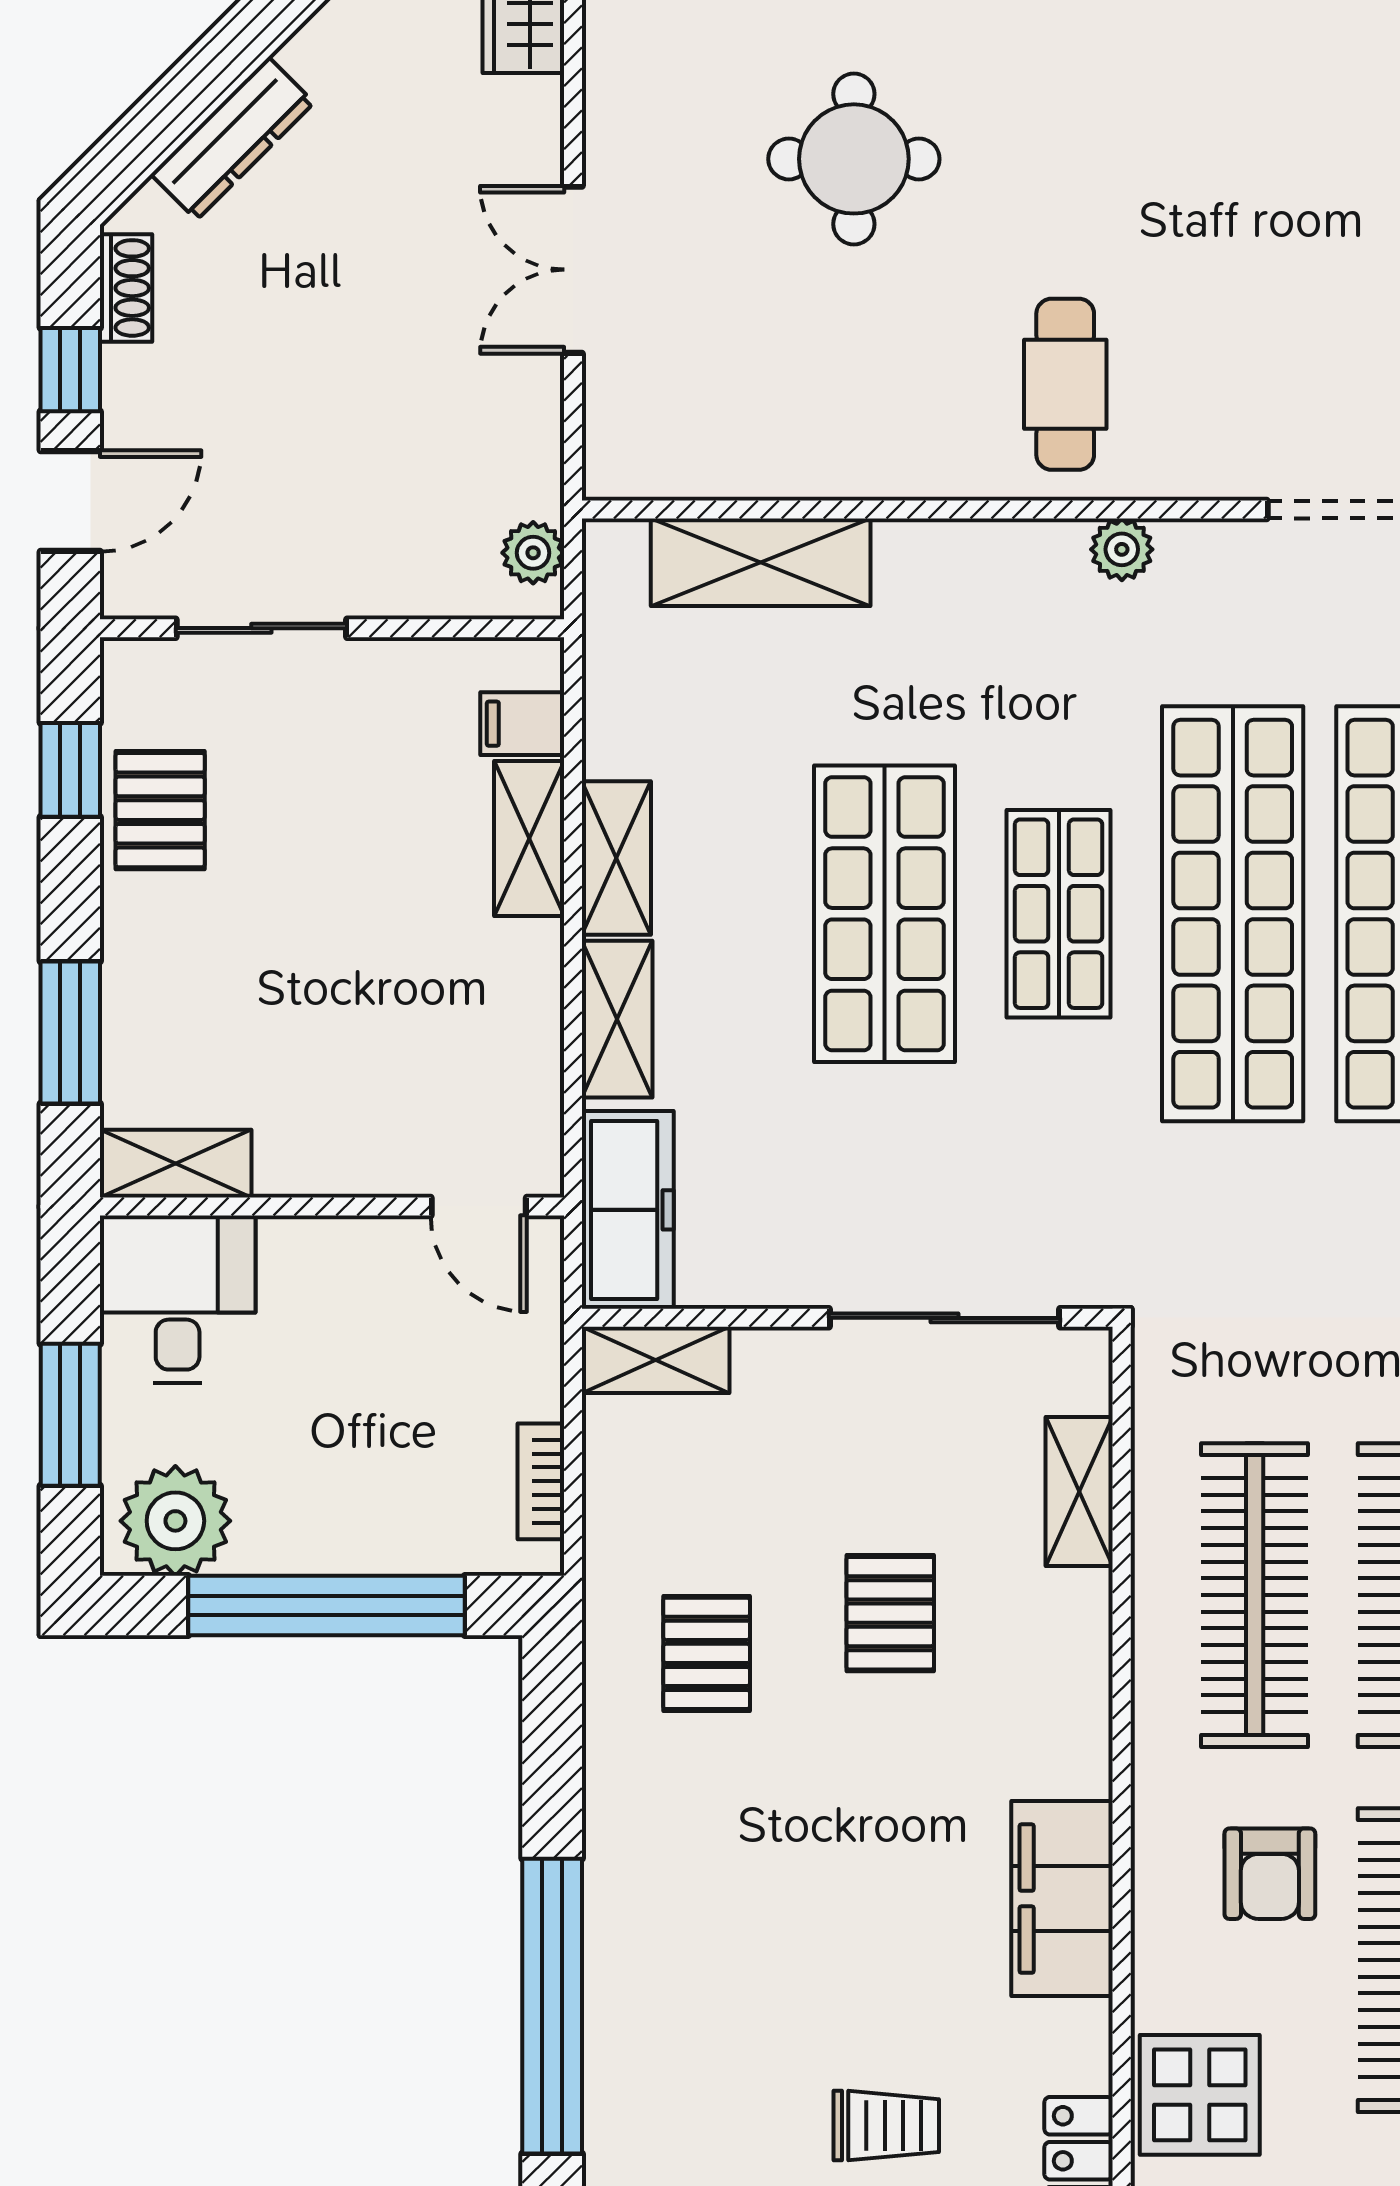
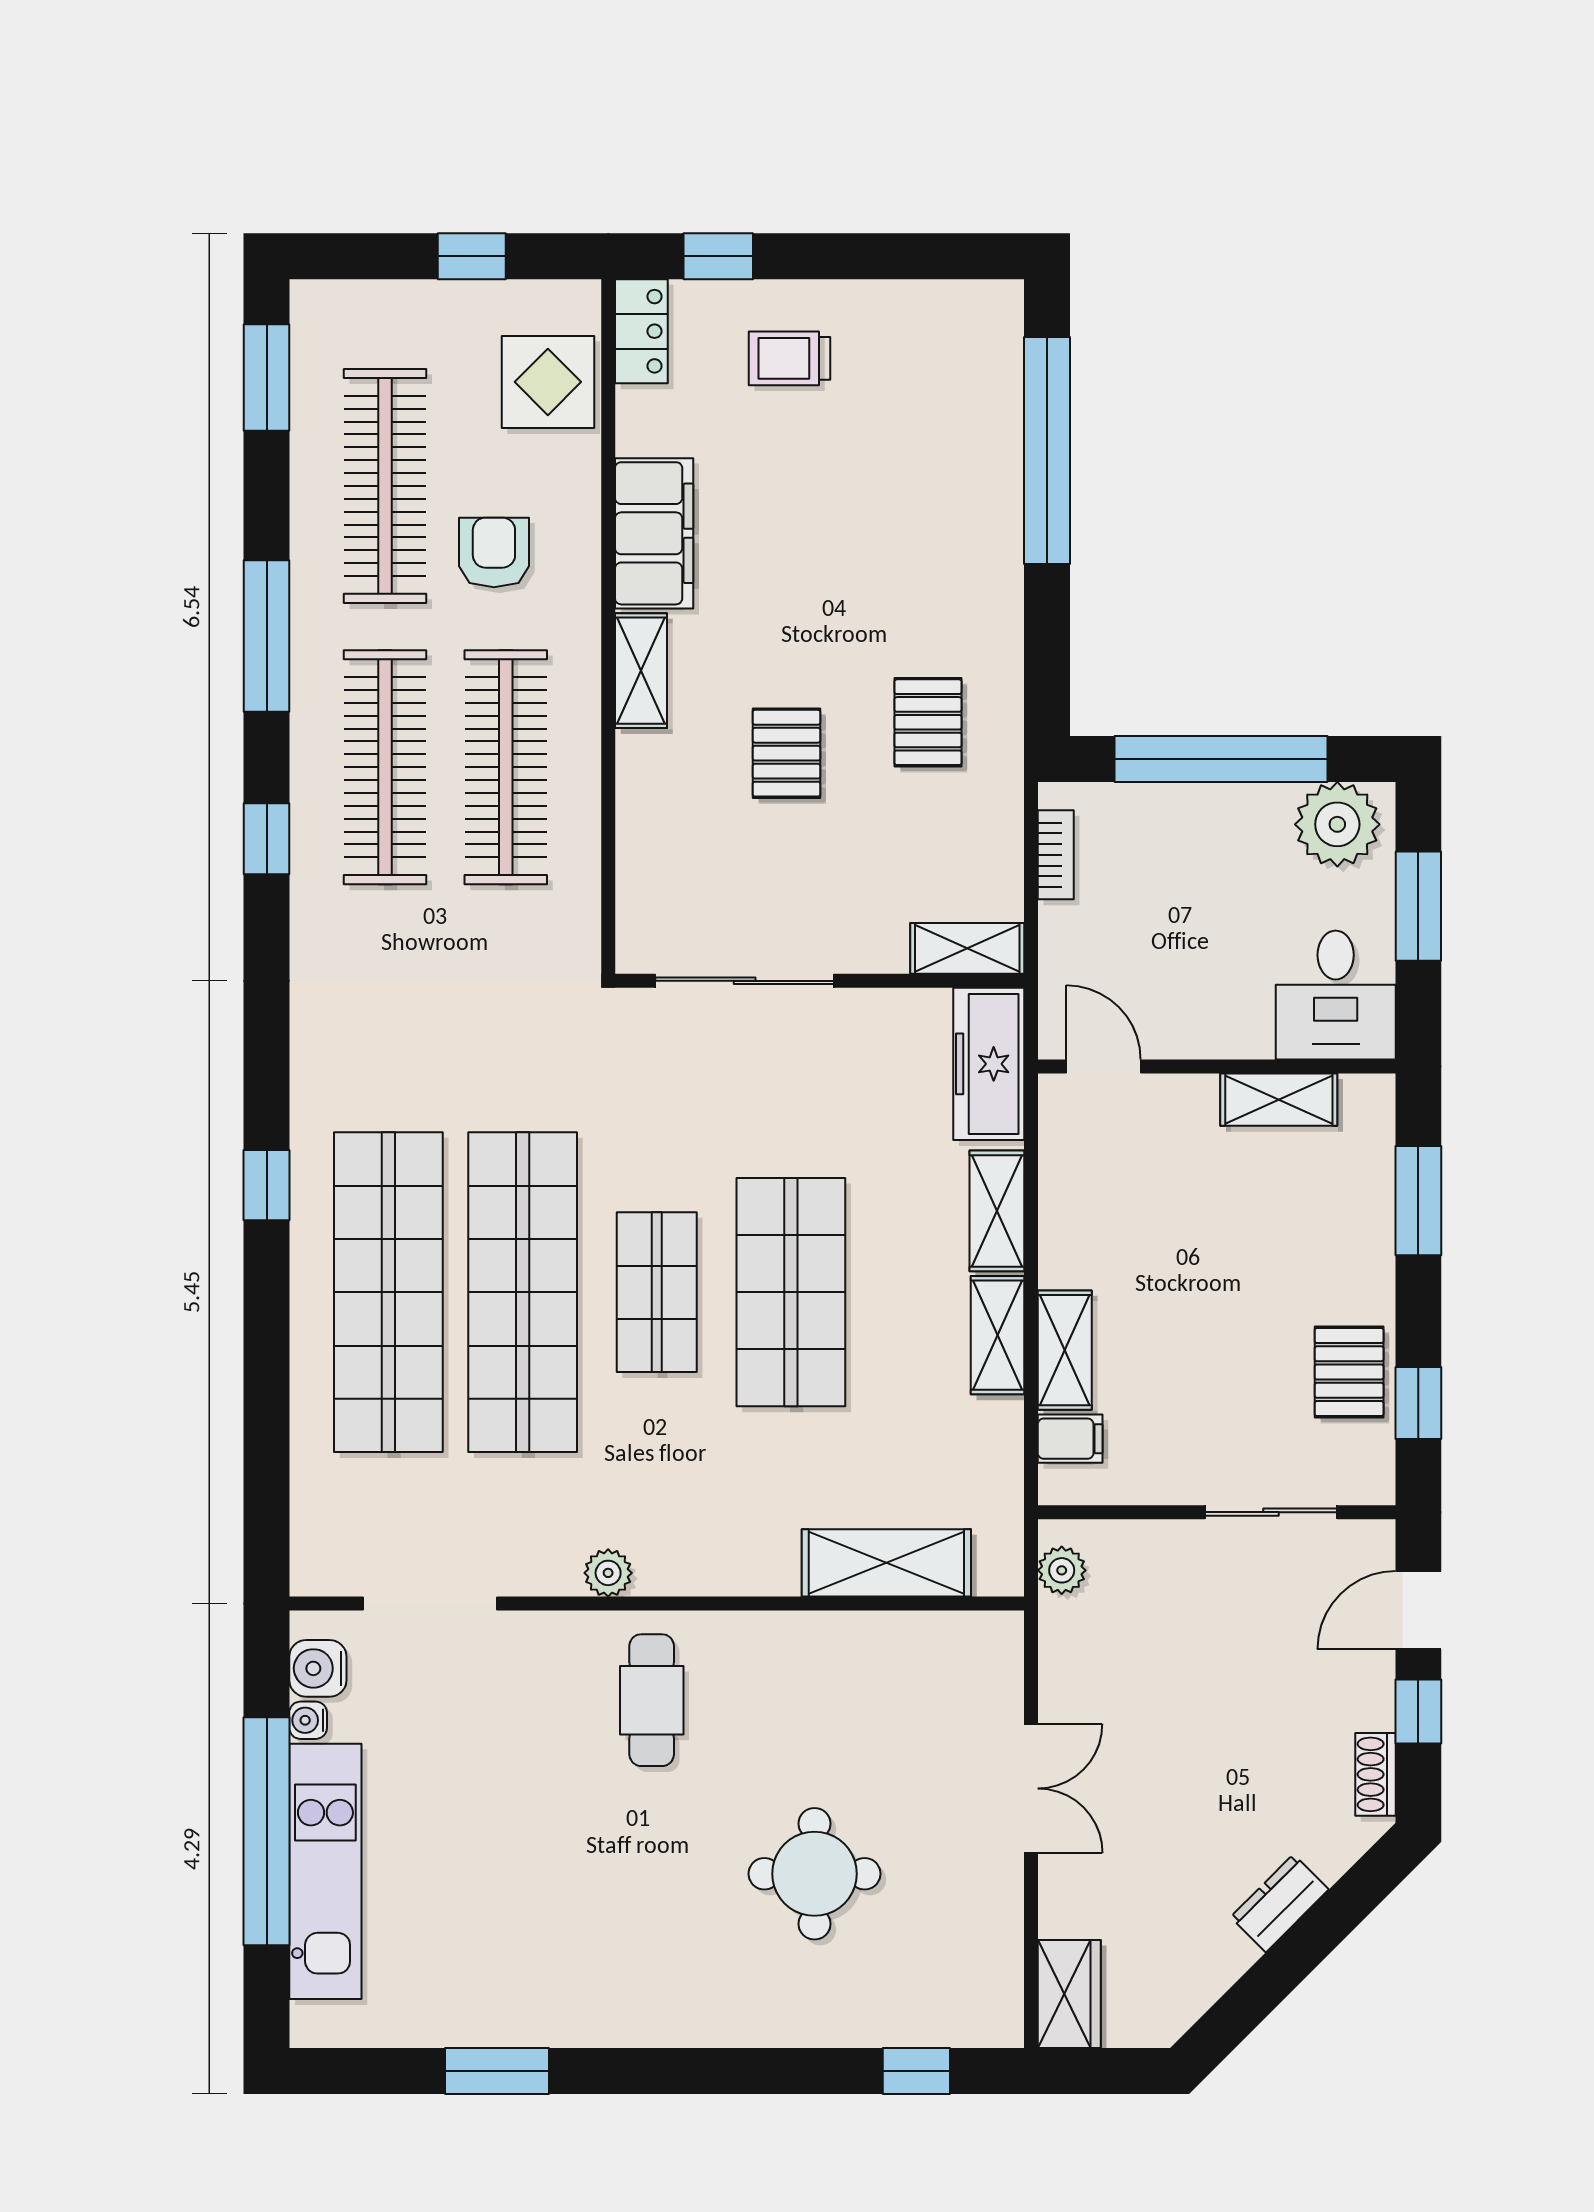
dresser: (232, 139) -> (1280, 1903), width x0.70
shelving: (176, 1164) -> (1279, 1100), moved
shelving: (1079, 1491) -> (641, 671), moved

